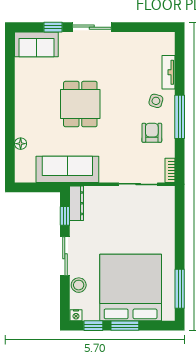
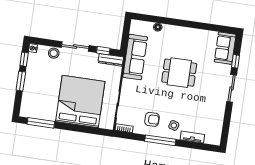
bed: (131, 287) -> (80, 102), moved, turned -90

